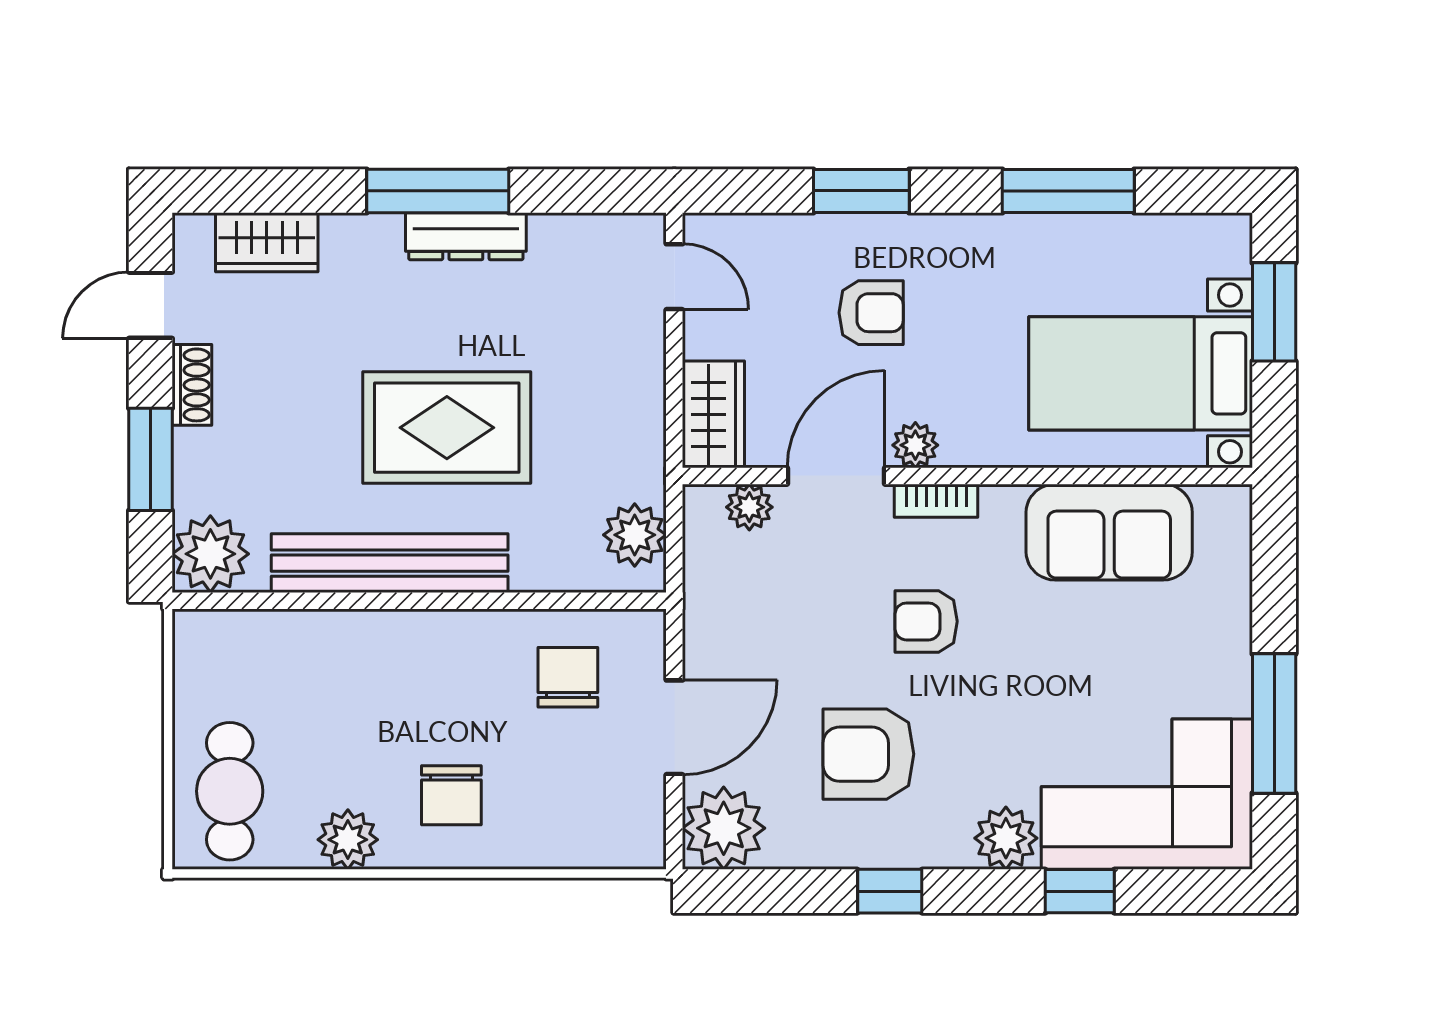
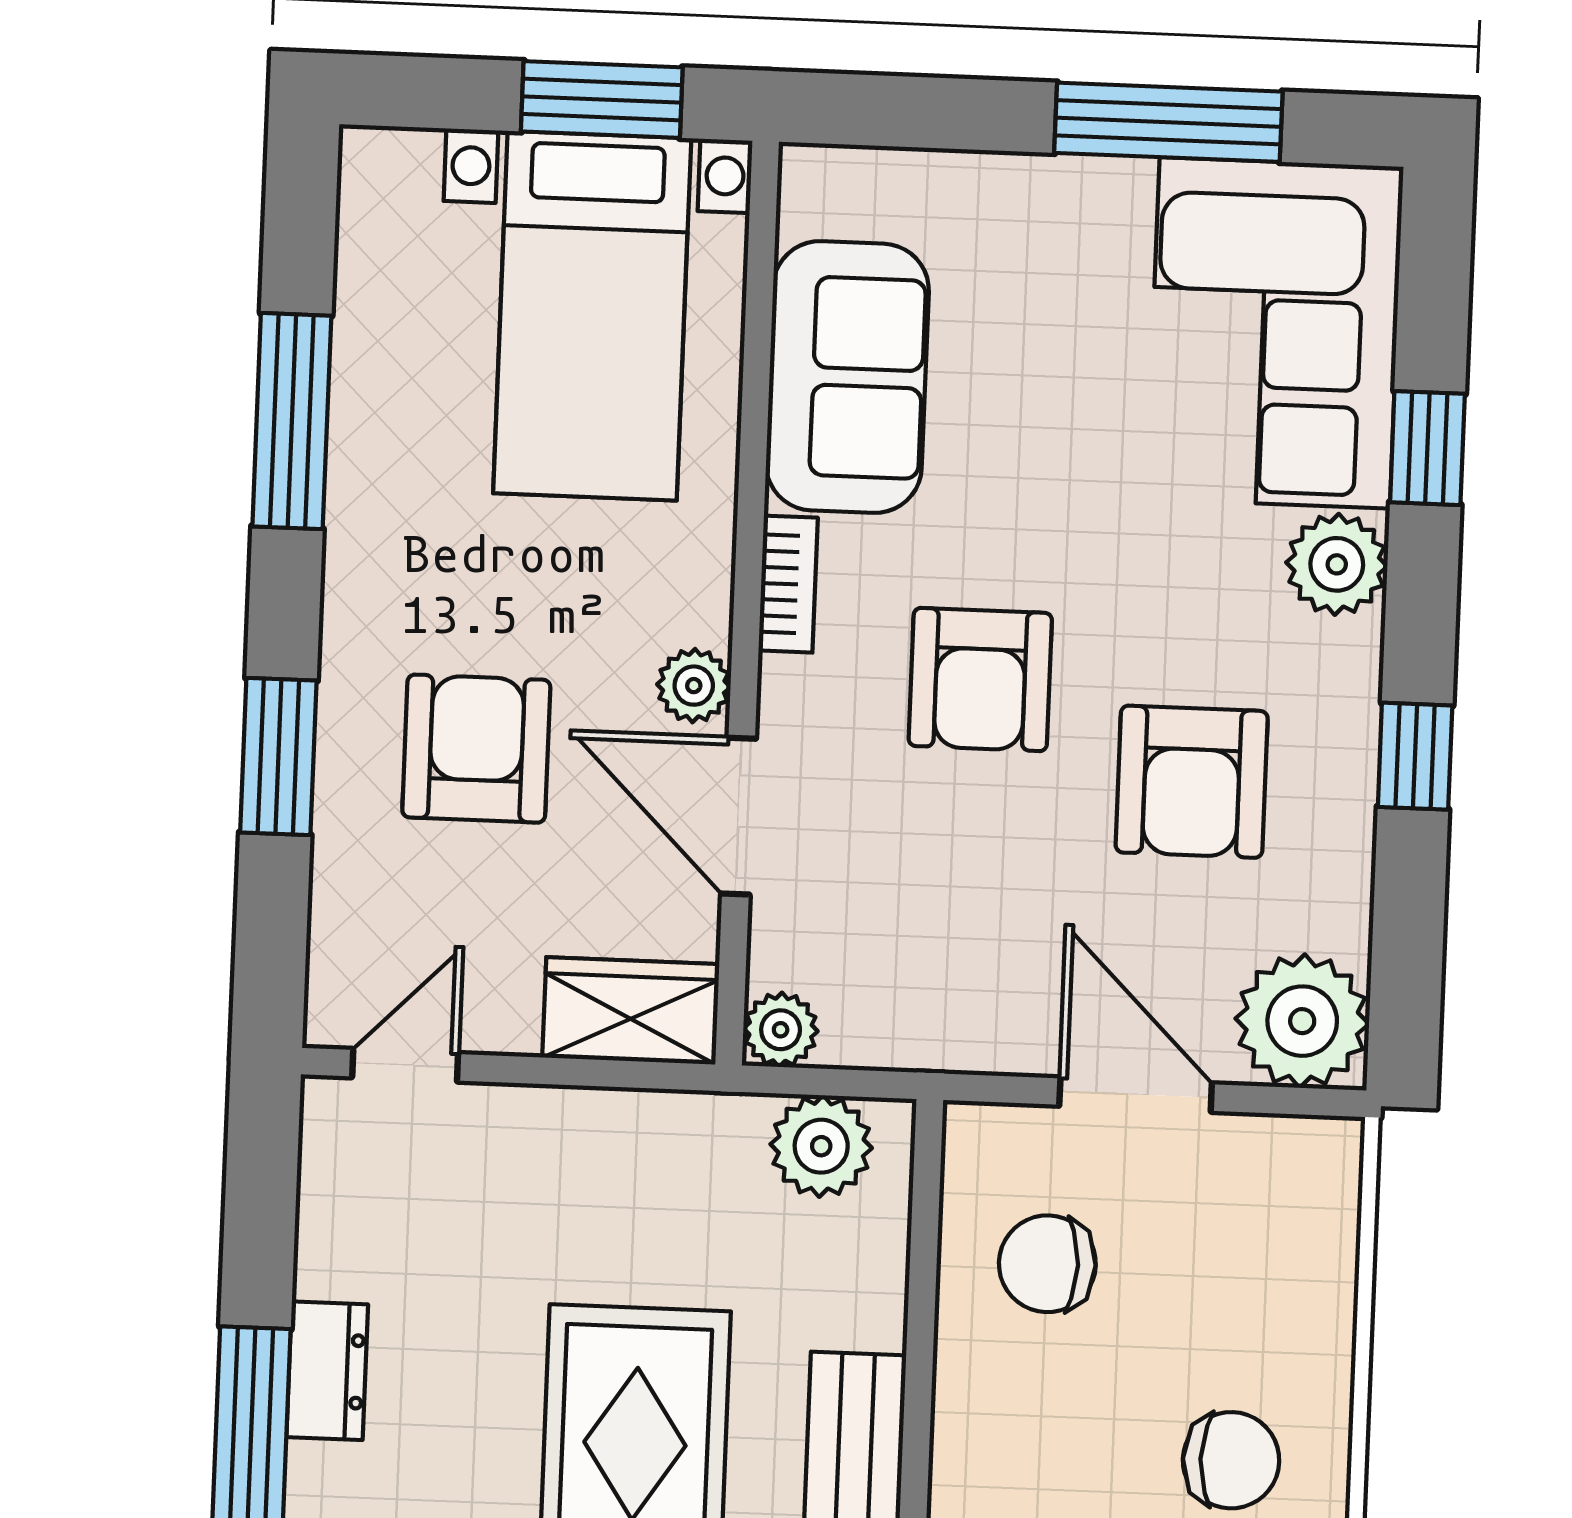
dresser: (466, 236) -> (327, 1371), width x0.70
window: (1274, 312) -> (602, 99), moved
armchair: (871, 313) -> (476, 749), width x1.38, depth x1.38
bookcase: (936, 501) -> (788, 584), moved
plant: (749, 507) -> (781, 1030), moved
armchair: (926, 621) -> (980, 679), width x1.38, depth x1.38

